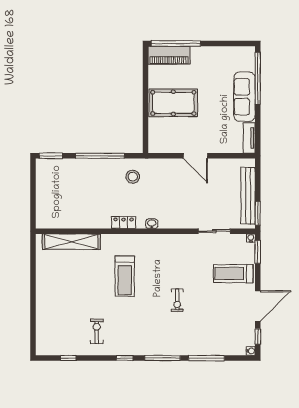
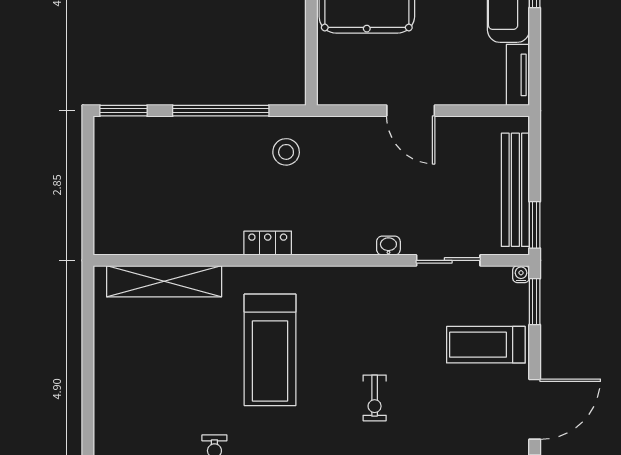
washbasin: (152, 224) -> (388, 246), moved
treadmill: (125, 276) -> (270, 350), width x1.37, depth x1.38

